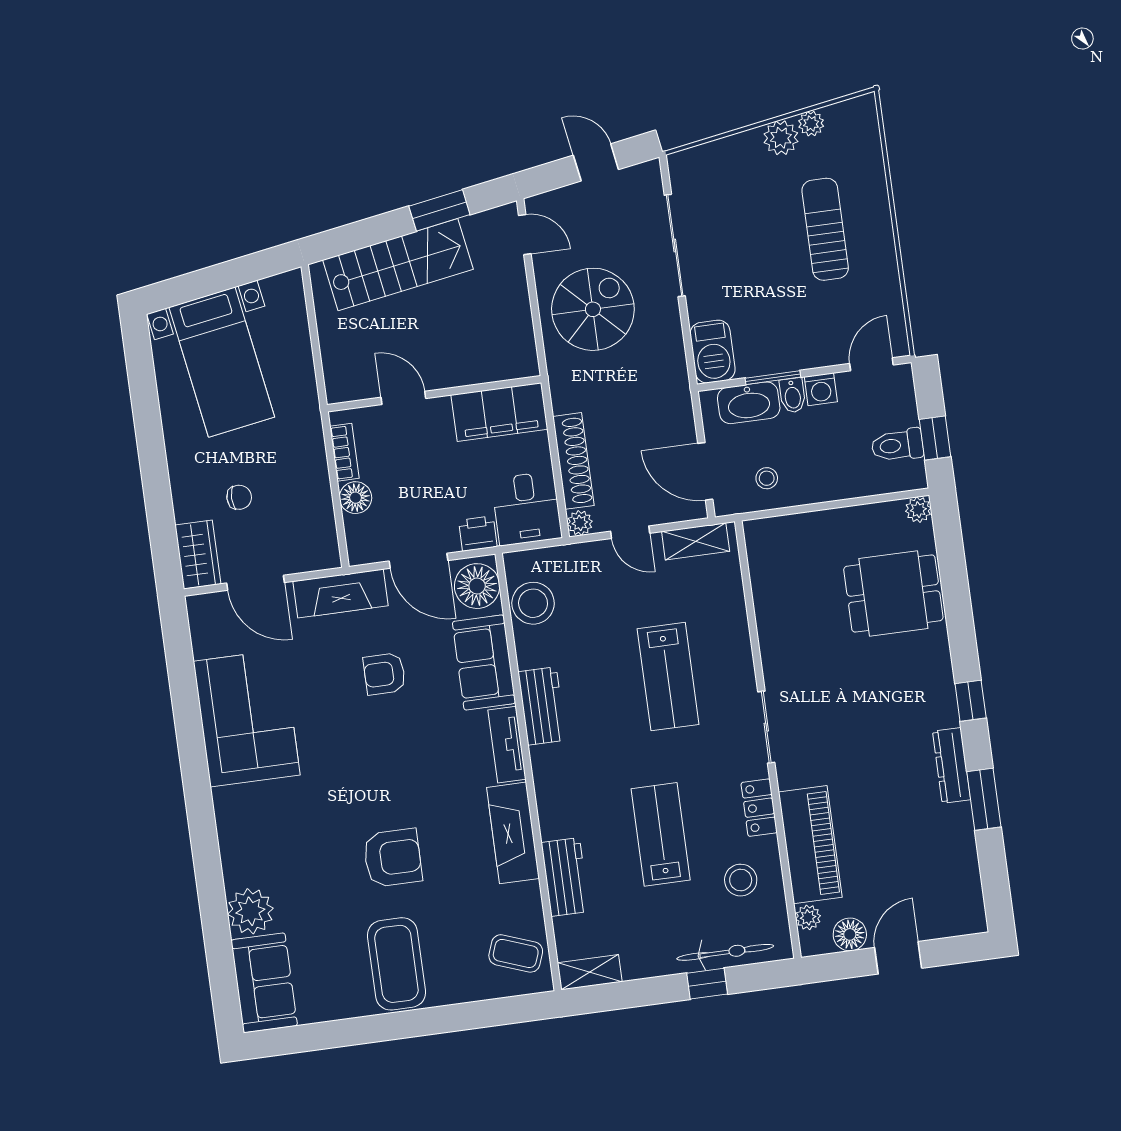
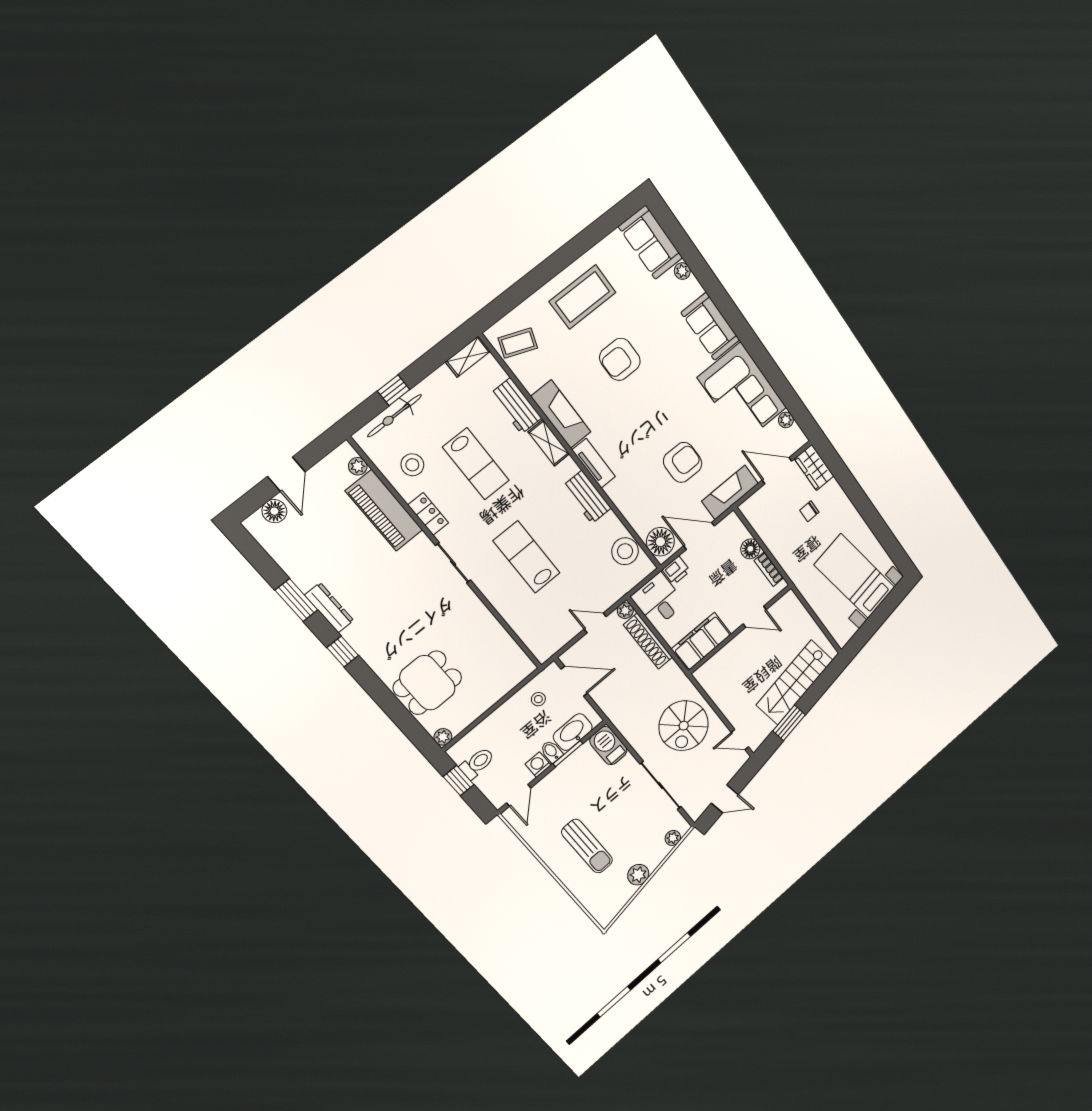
plant: (811, 124) -> (673, 838), moved
shelving: (696, 541) -> (549, 443), moved, turned 90
plant: (203, 645) -> (786, 420), added
sofa: (484, 662) -> (710, 326), moved, turned 180
armchair: (384, 674) -> (683, 462), width x1.38, depth x1.38
plant: (250, 911) -> (682, 271), width x0.53, depth x0.53
floor lamp: (850, 934) -> (274, 511), moved
coffee table: (396, 964) -> (583, 297), turned 90

